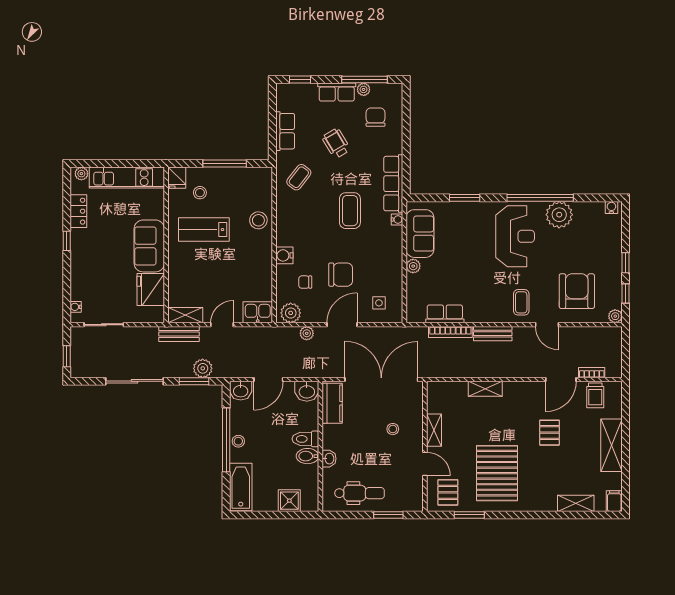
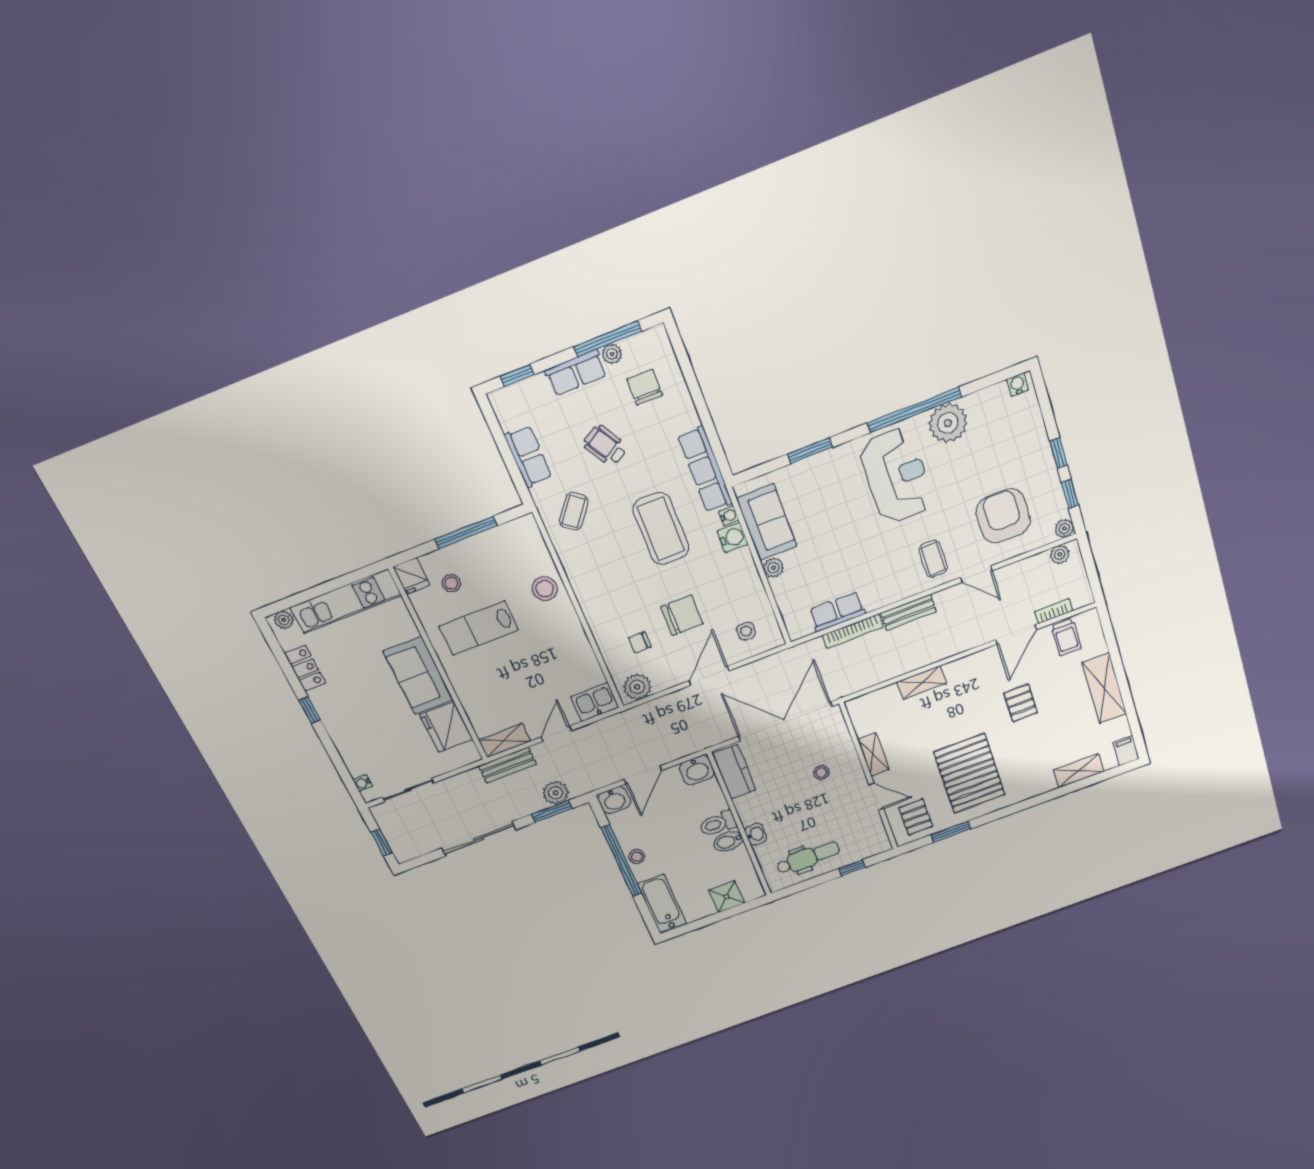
coffee table: (350, 211) -> (661, 529), width x1.36, depth x1.32
water cooler: (284, 255) -> (733, 538), moved, turned 180
plant: (307, 333) -> (1060, 554), moved
window: (388, 515) -> (852, 868), width x0.67

